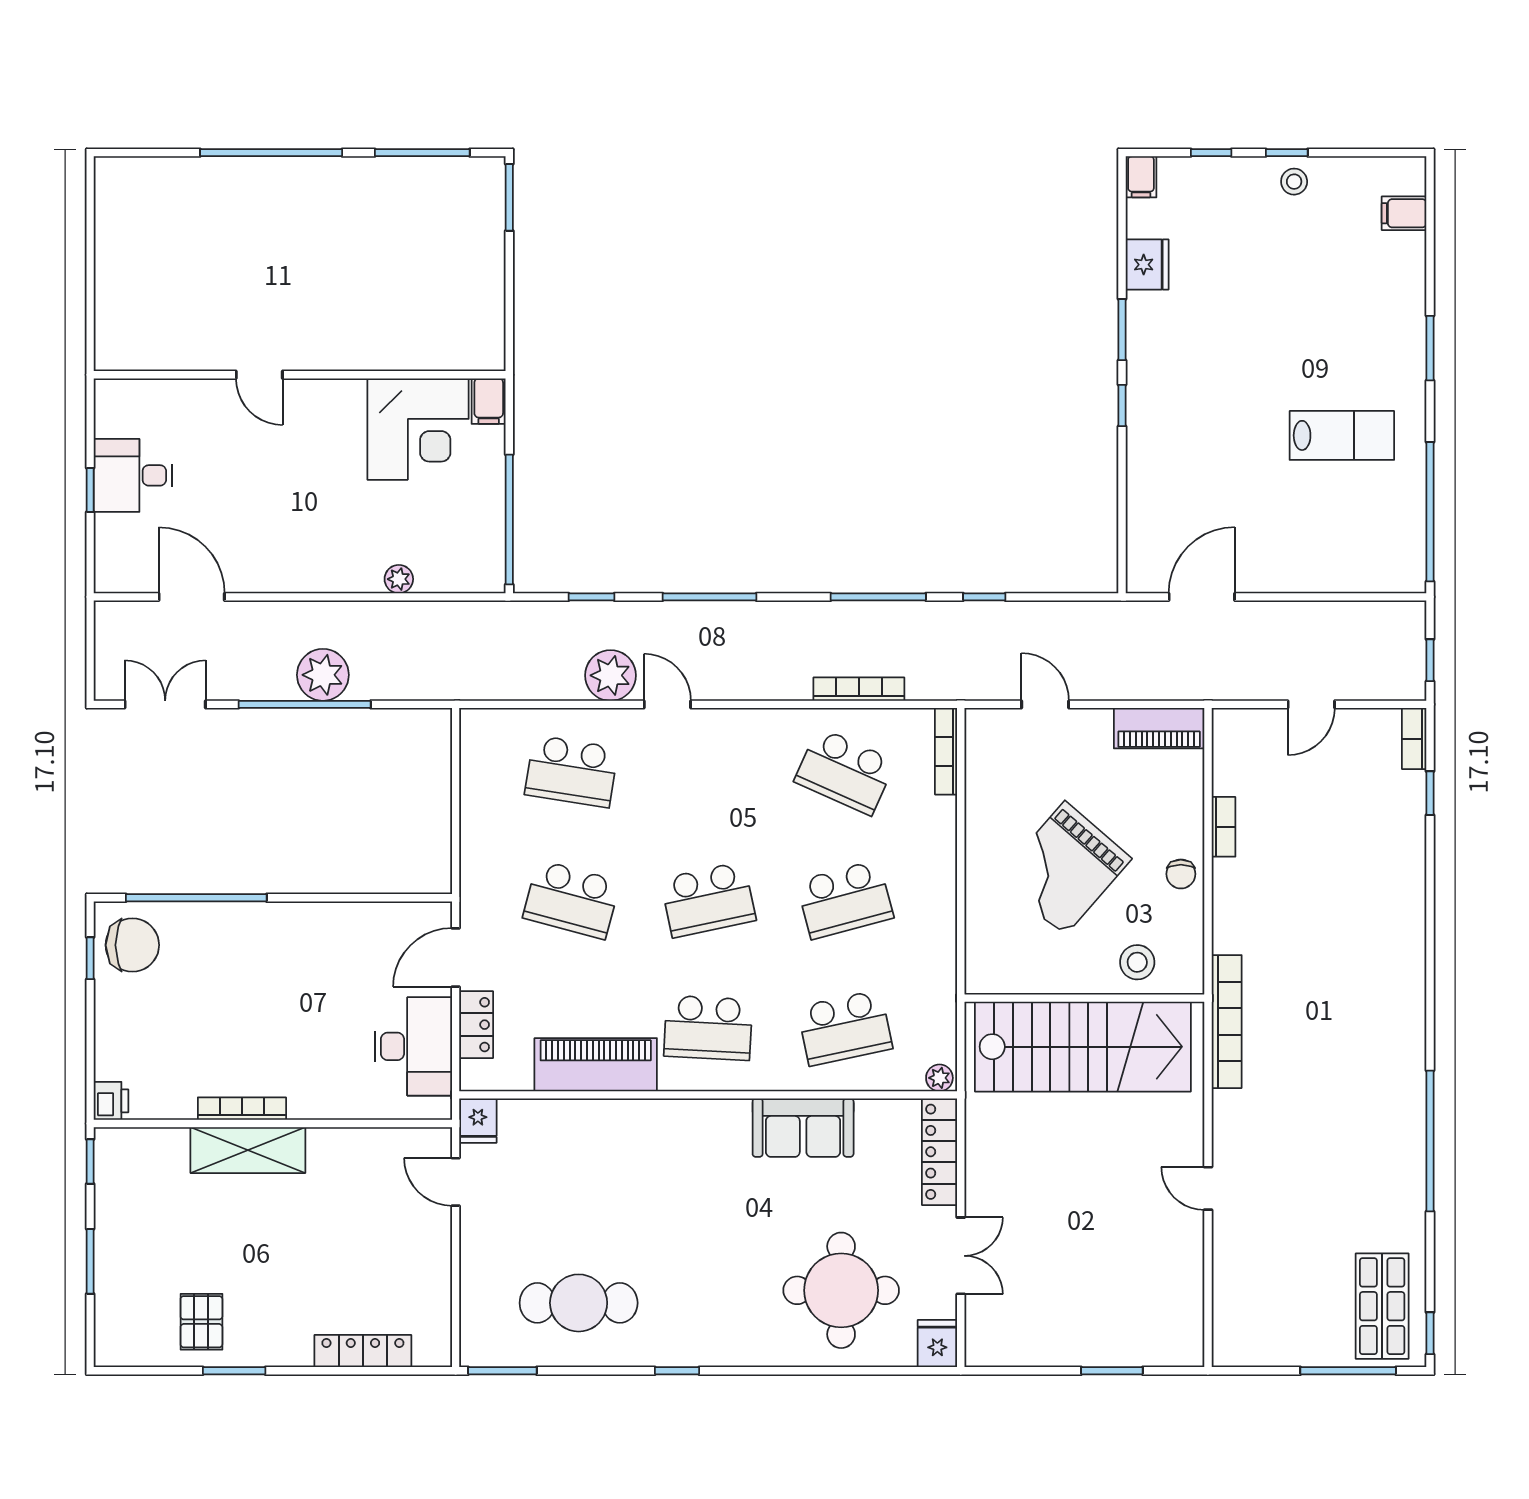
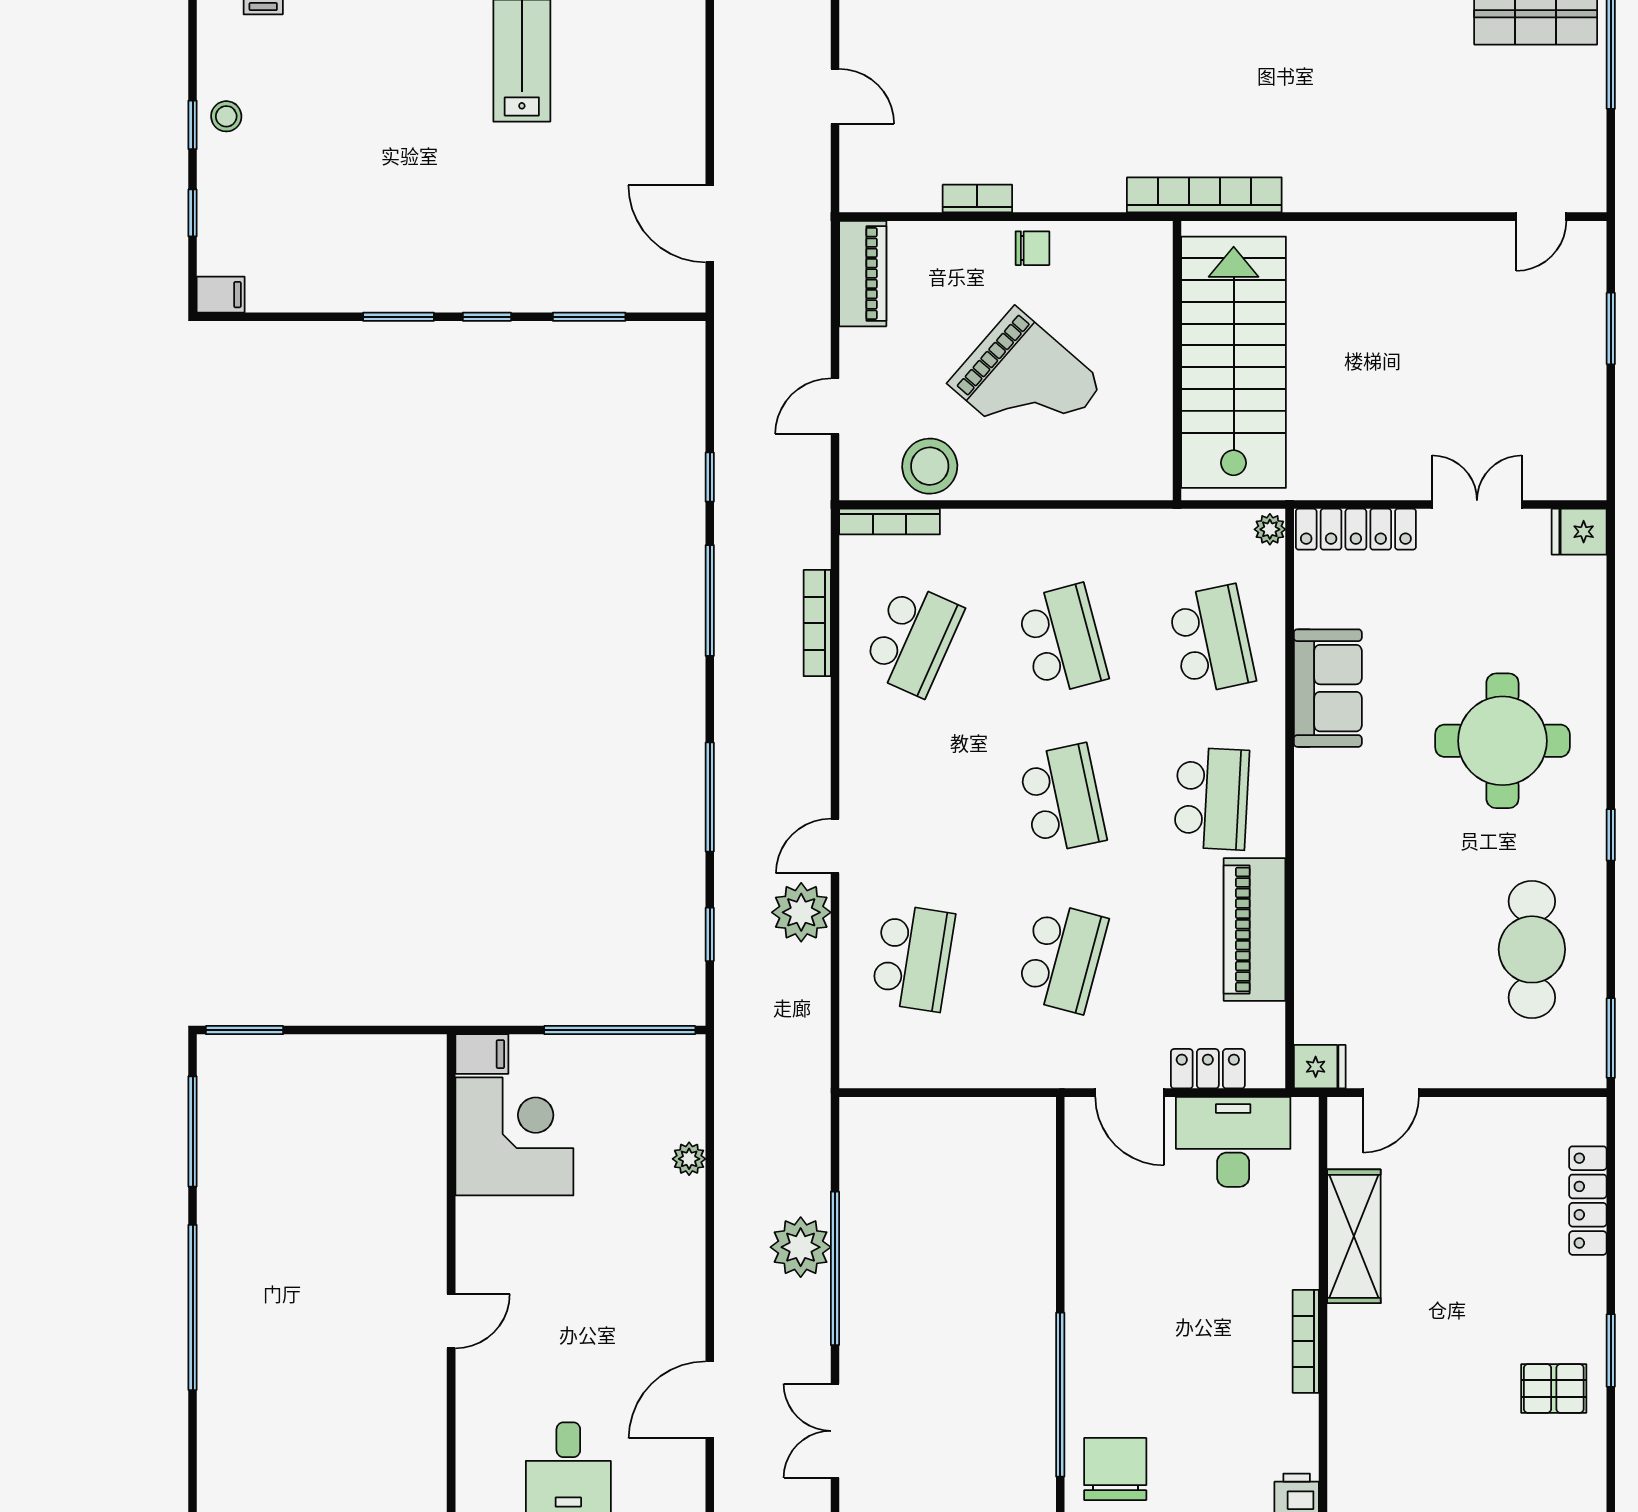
fridge: (1147, 265) -> (323, 287), removed
window: (1122, 493) -> (589, 317), added
stool: (1137, 962) -> (930, 466), moved, width x1.38, depth x1.38
shelving: (248, 1150) -> (1354, 1236), moved
door: (1208, 1188) -> (1541, 217), moved
round table: (841, 1290) -> (1502, 741), moved

